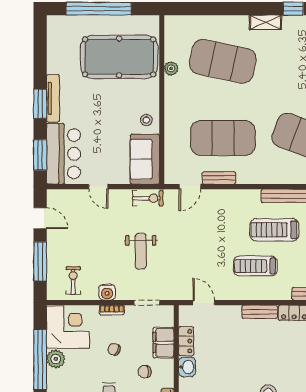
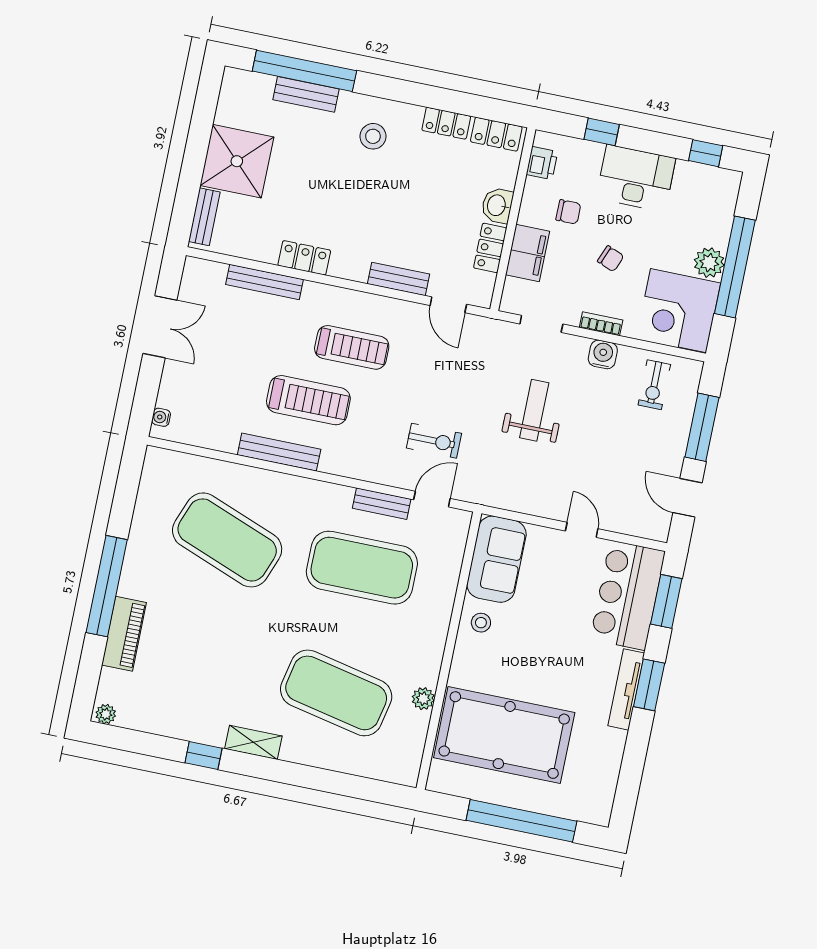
exercise bike: (148, 198) -> (434, 441), moved, turned 180
bench: (260, 312) -> (399, 279), moved

